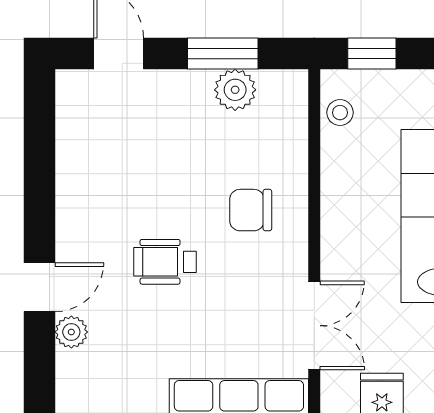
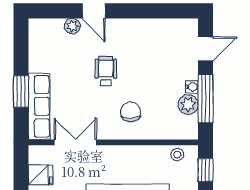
window: (223, 53) -> (206, 99), width x1.44
water cooler: (198, 82) -> (192, 87), added
double door: (314, 326) -> (75, 142), swing flipped

